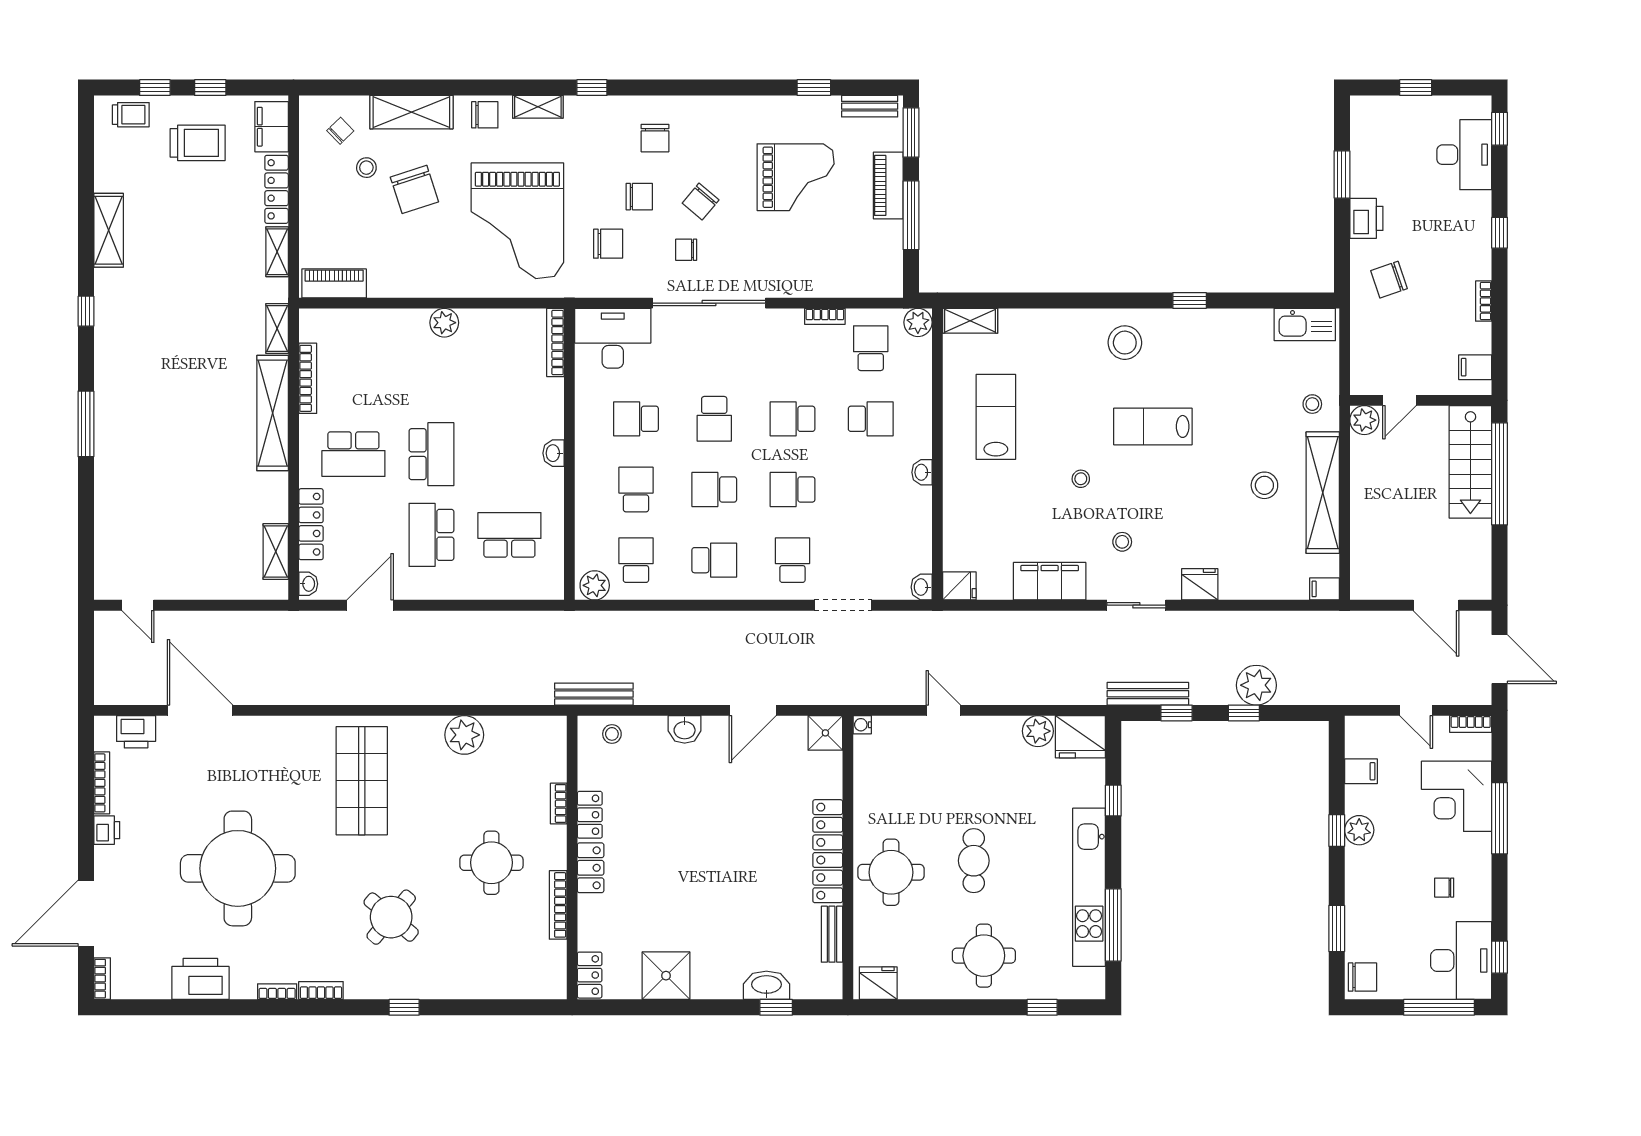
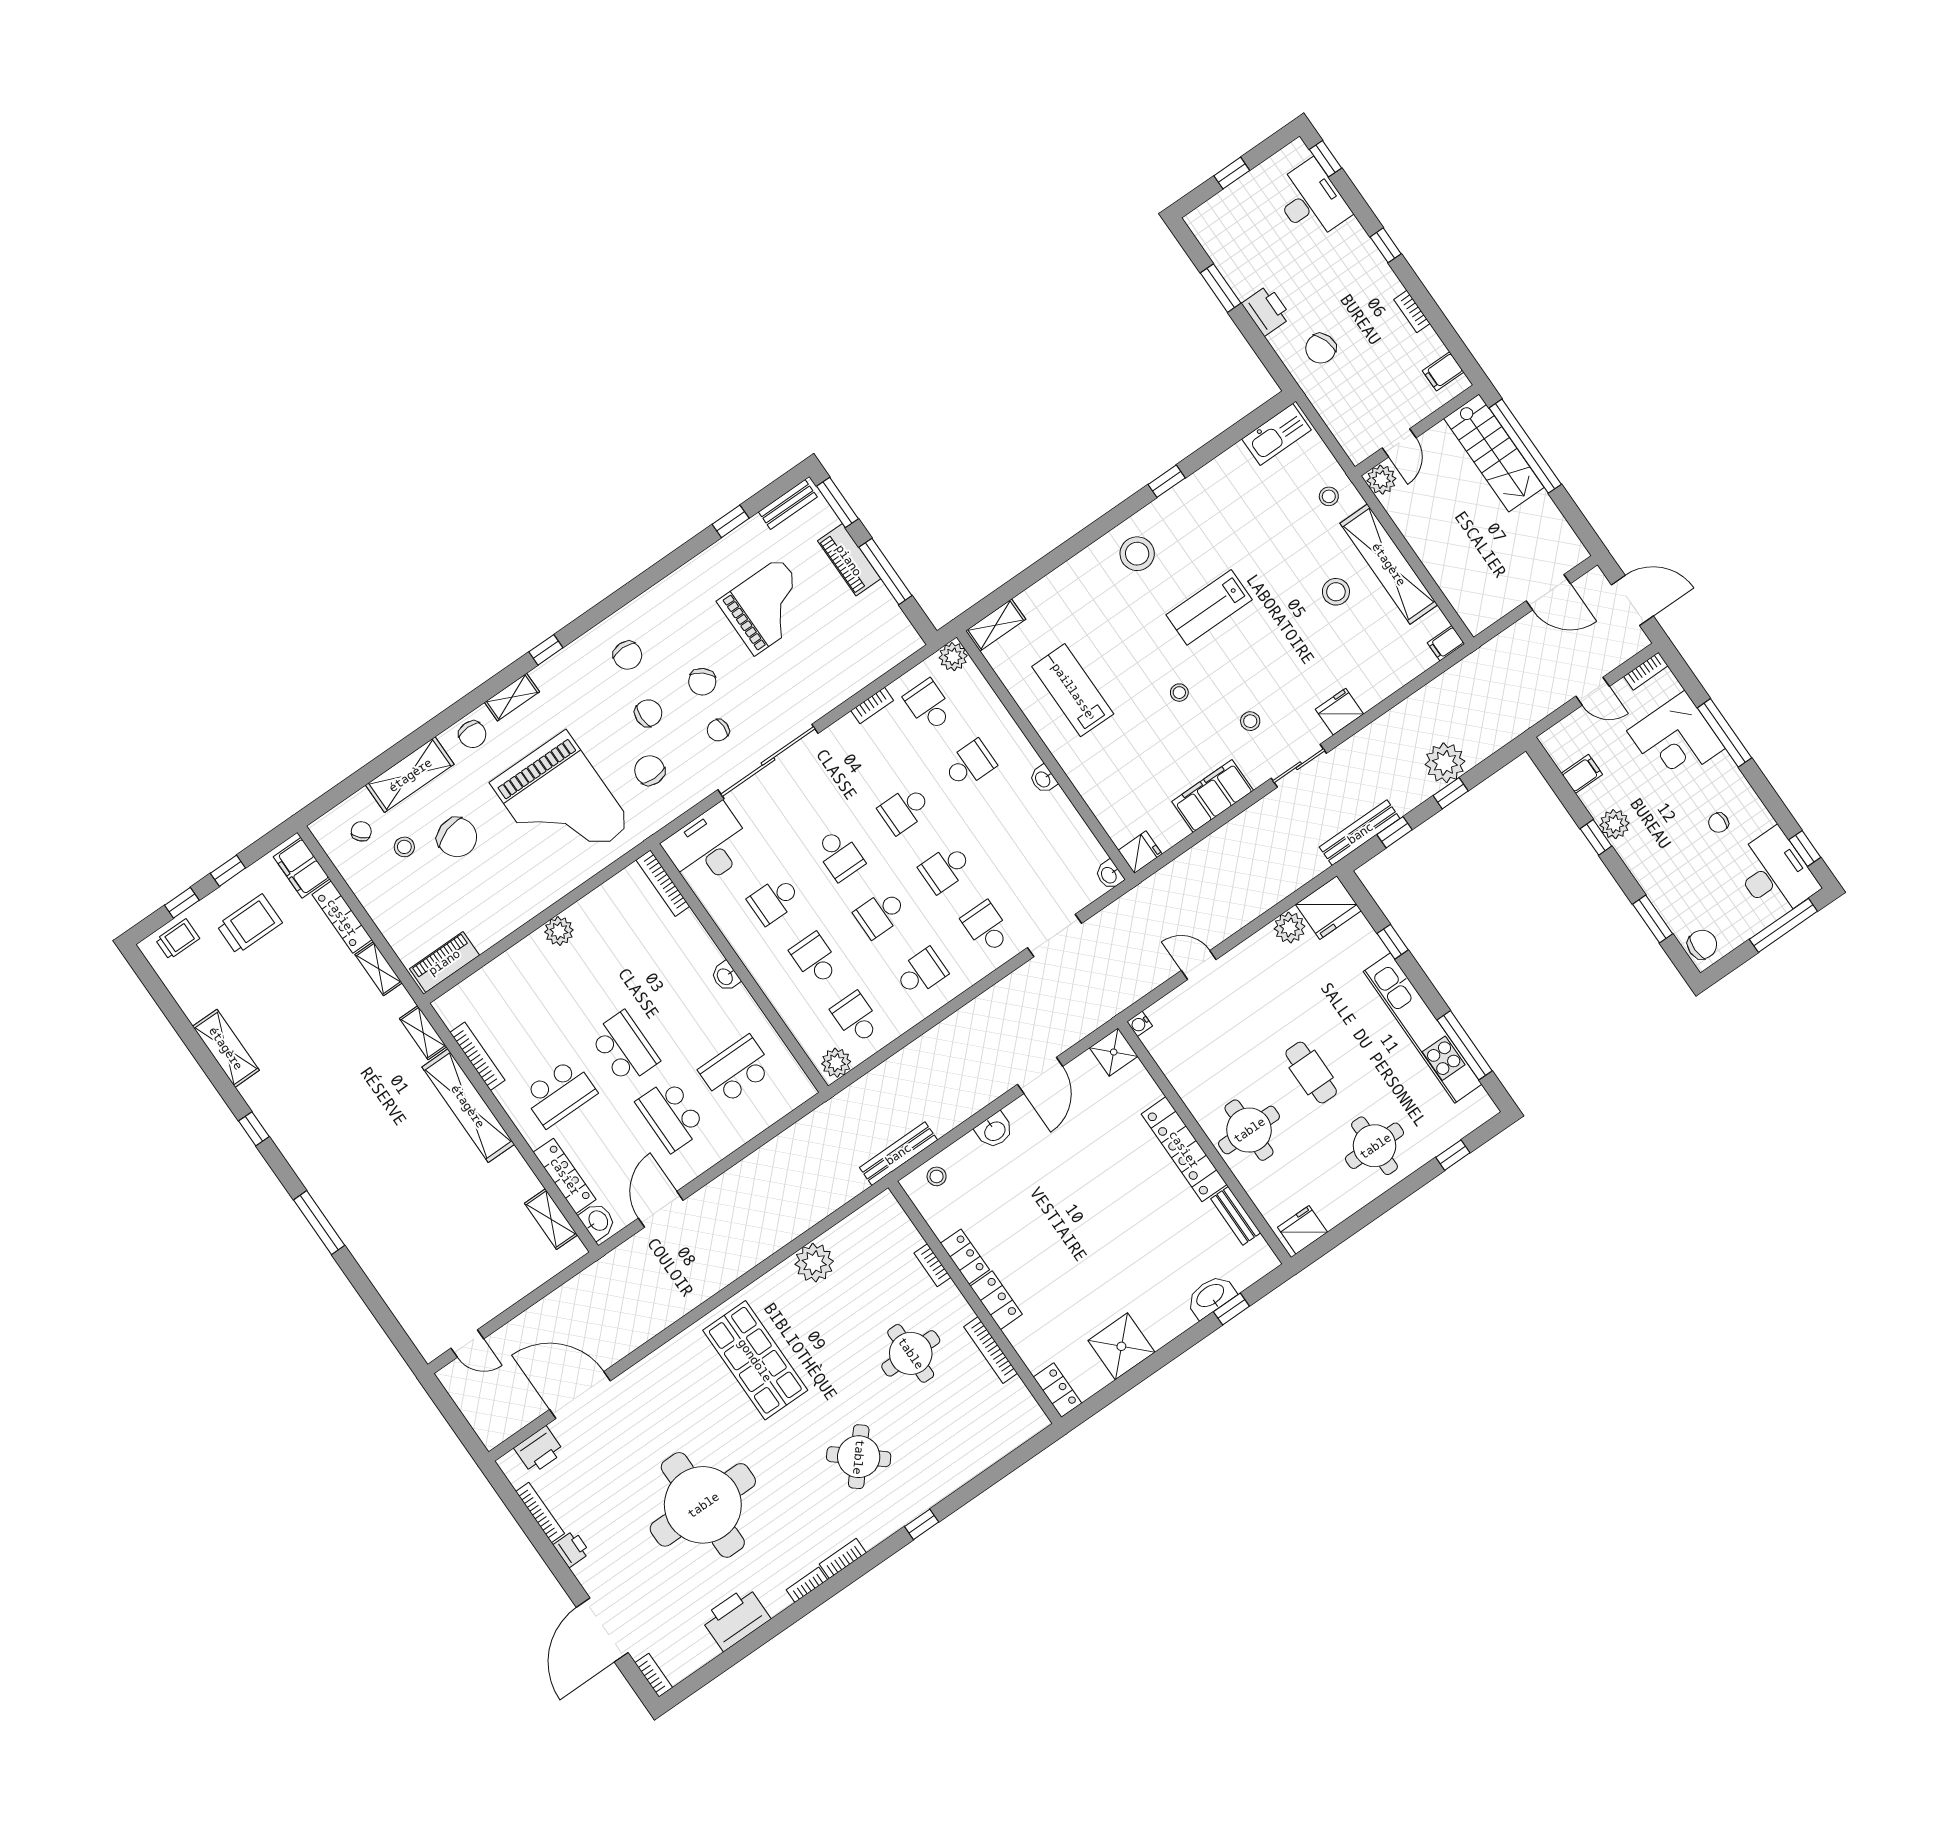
chair: (485, 115) -> (472, 734), turned 90
chair: (608, 244) -> (650, 770), turned -90
washbasin: (308, 584) -> (598, 1221), width x1.38, depth x1.45

